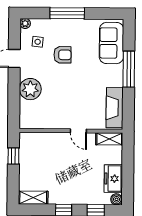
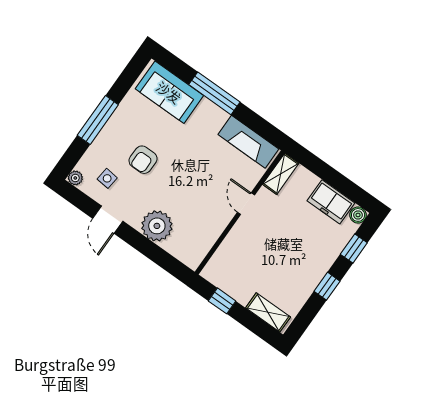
armchair: (63, 55) -> (143, 160), turned 180
door: (78, 131) -> (246, 204), swing flipped
shelving: (33, 198) -> (268, 312), moved, turned 90

